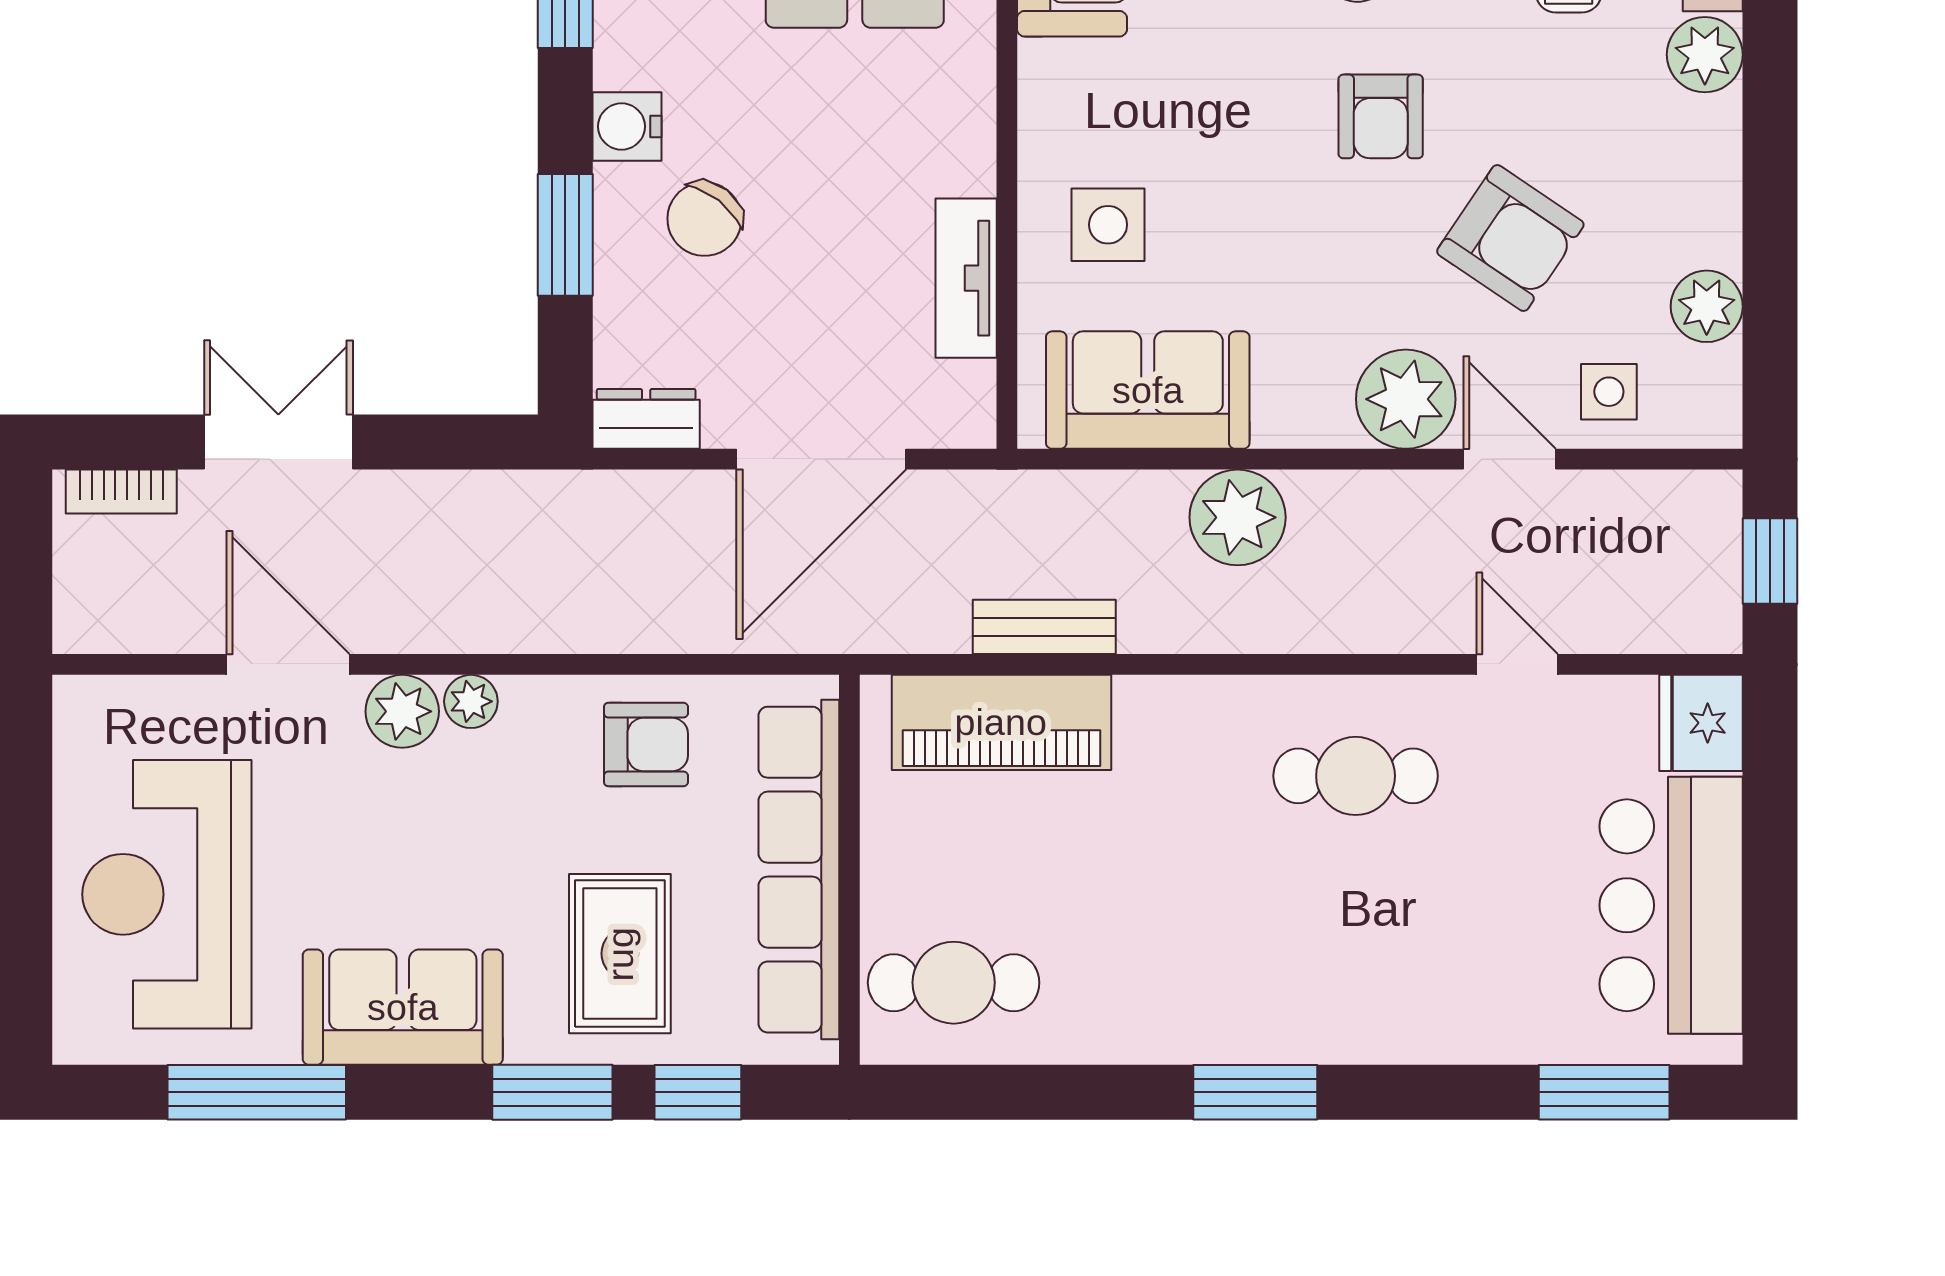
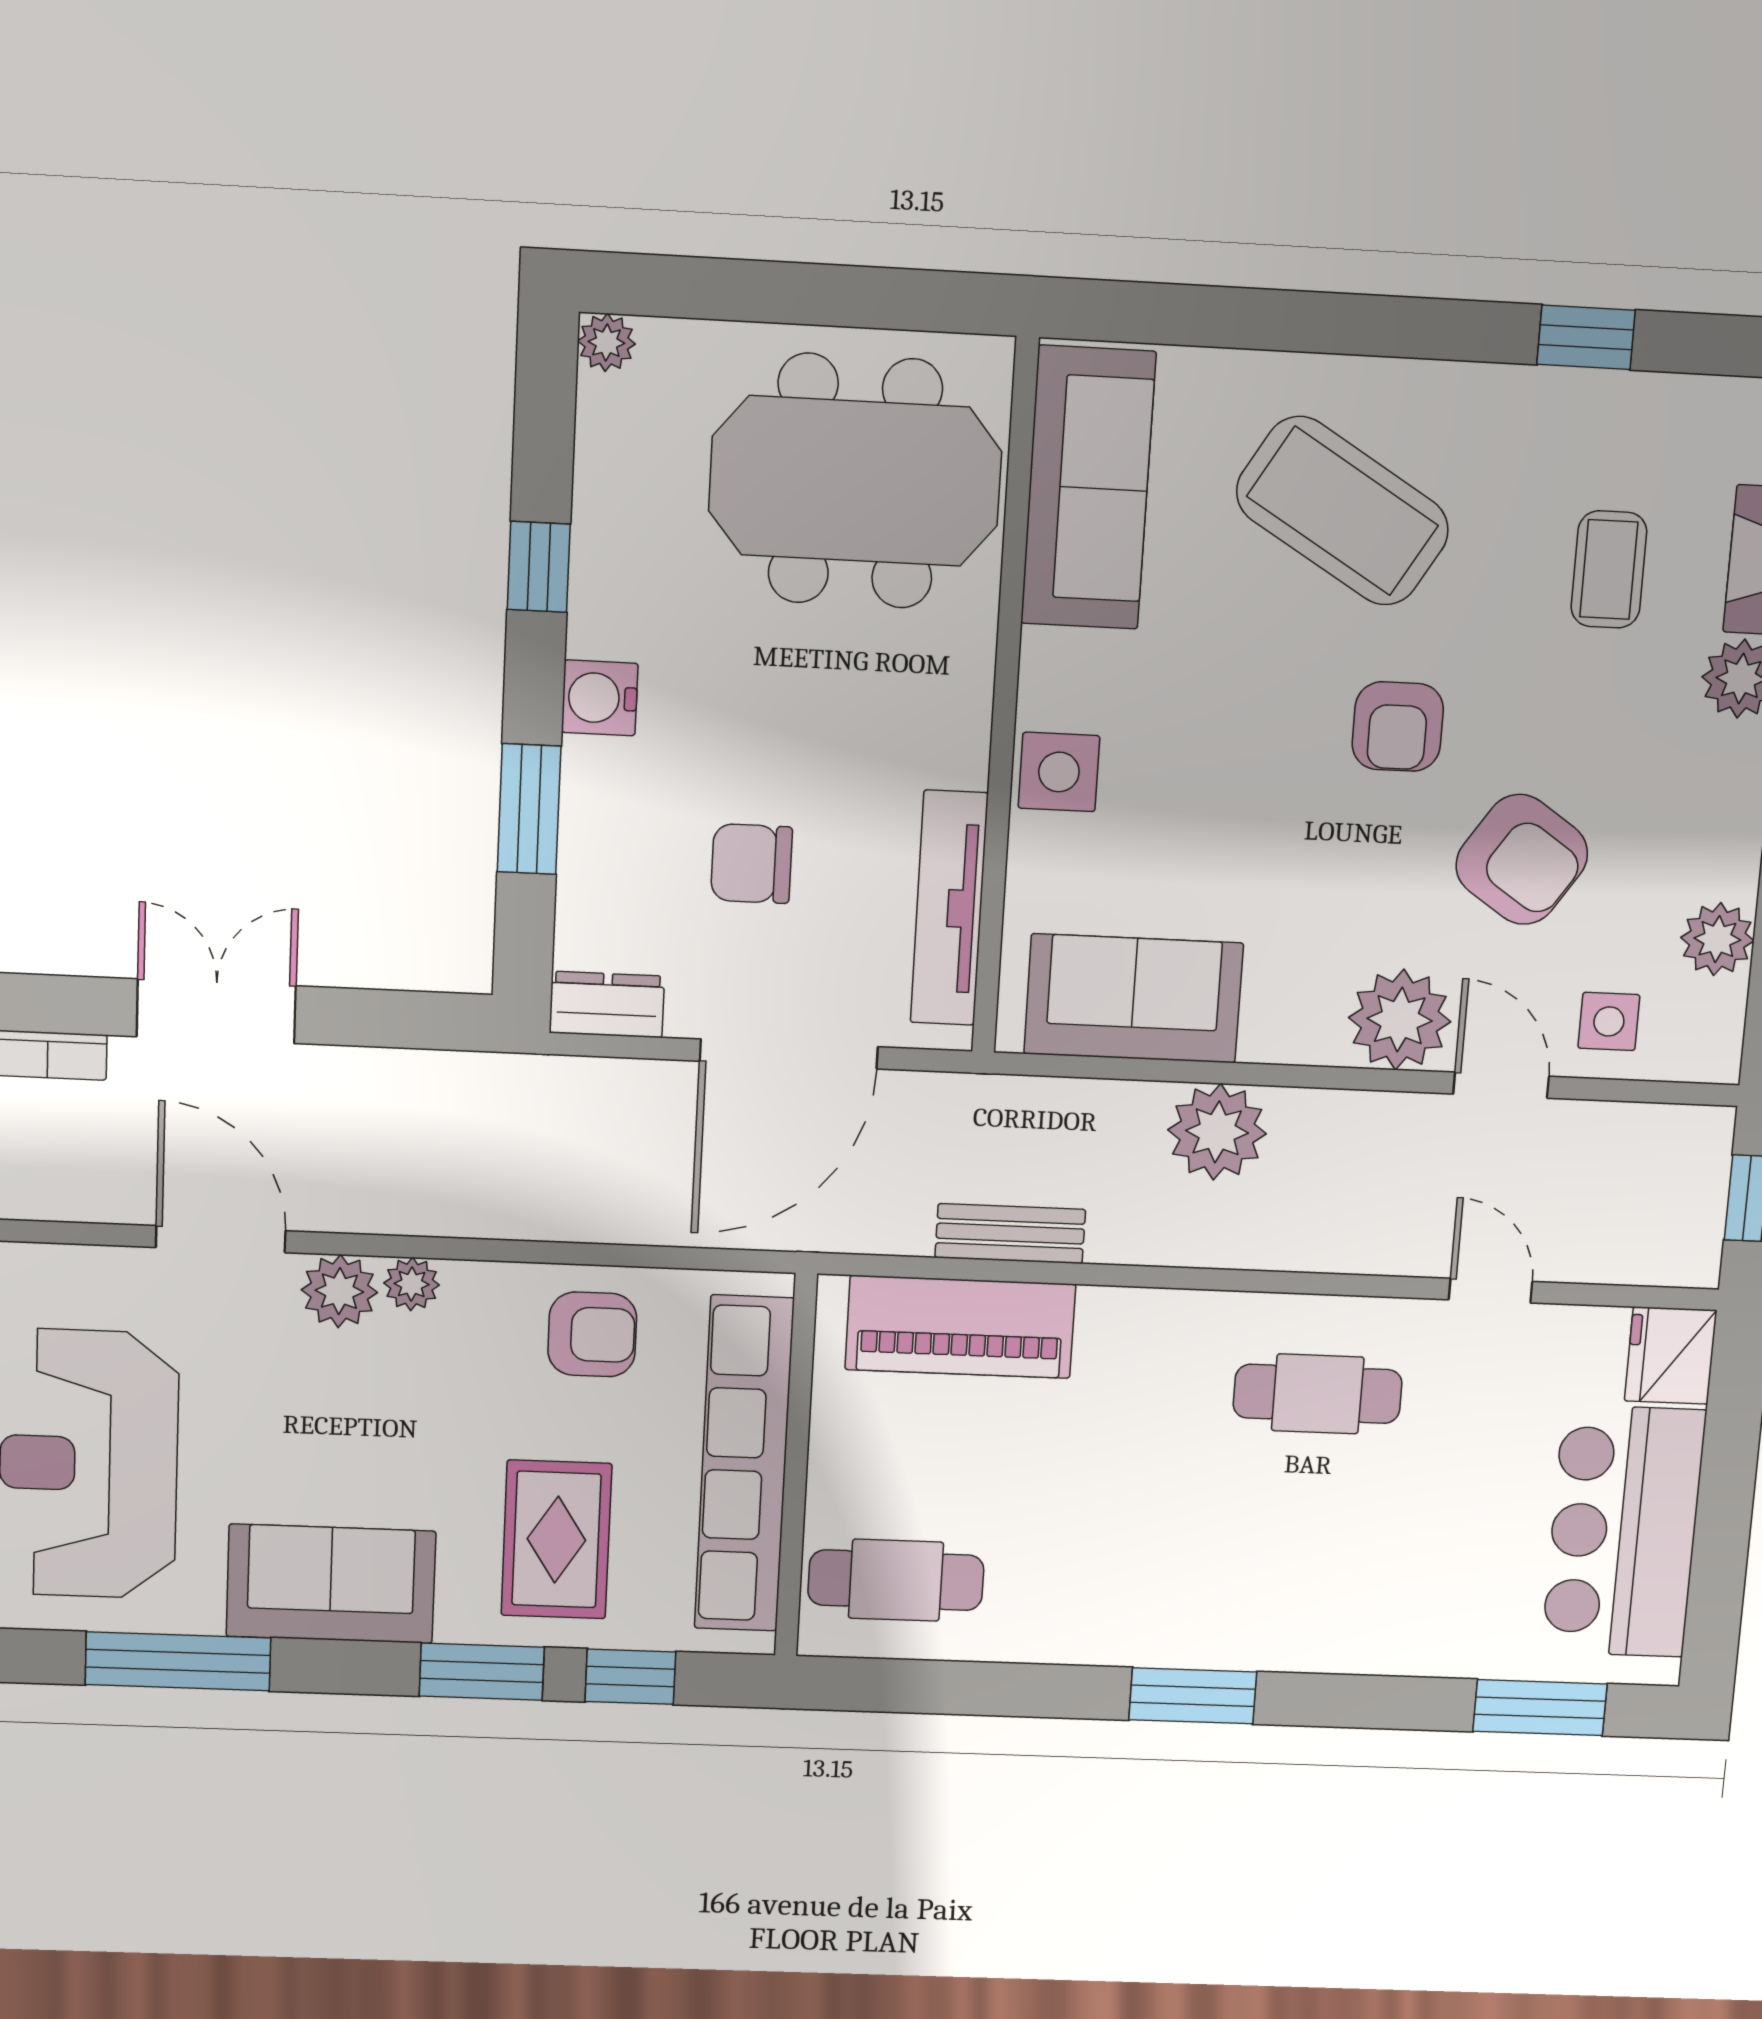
chair: (704, 219) -> (752, 864), moved, turned 52
side table: (1108, 225) -> (1059, 772), moved
tv unit: (966, 278) -> (949, 908), width x1.41

